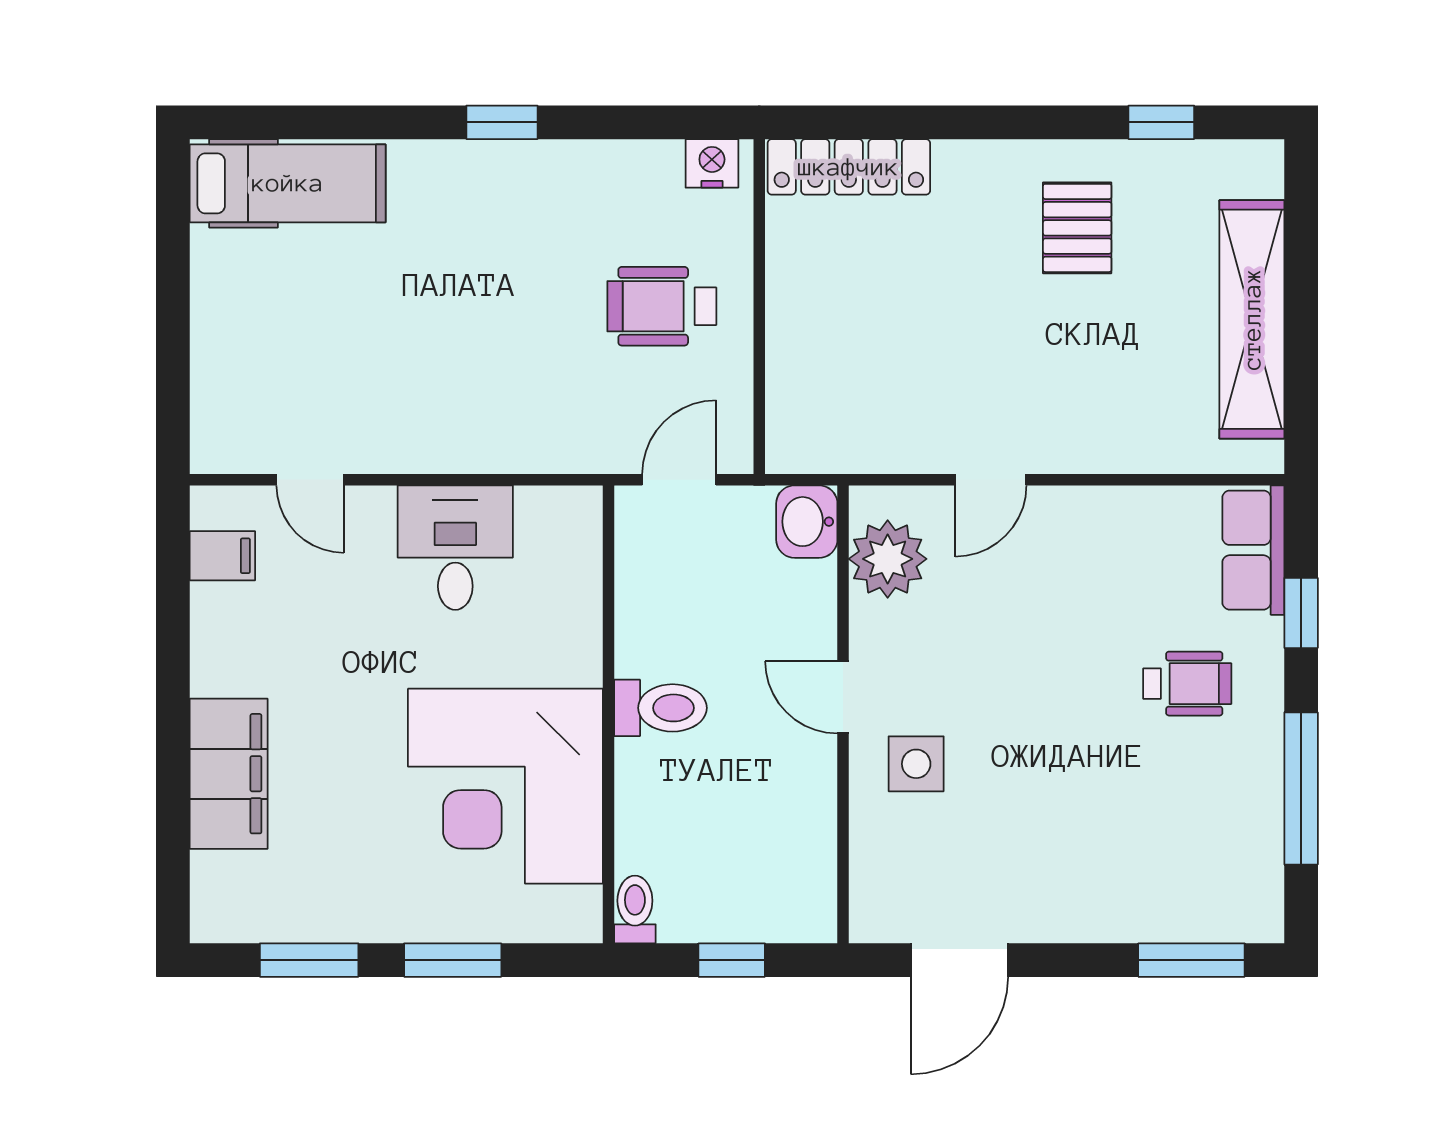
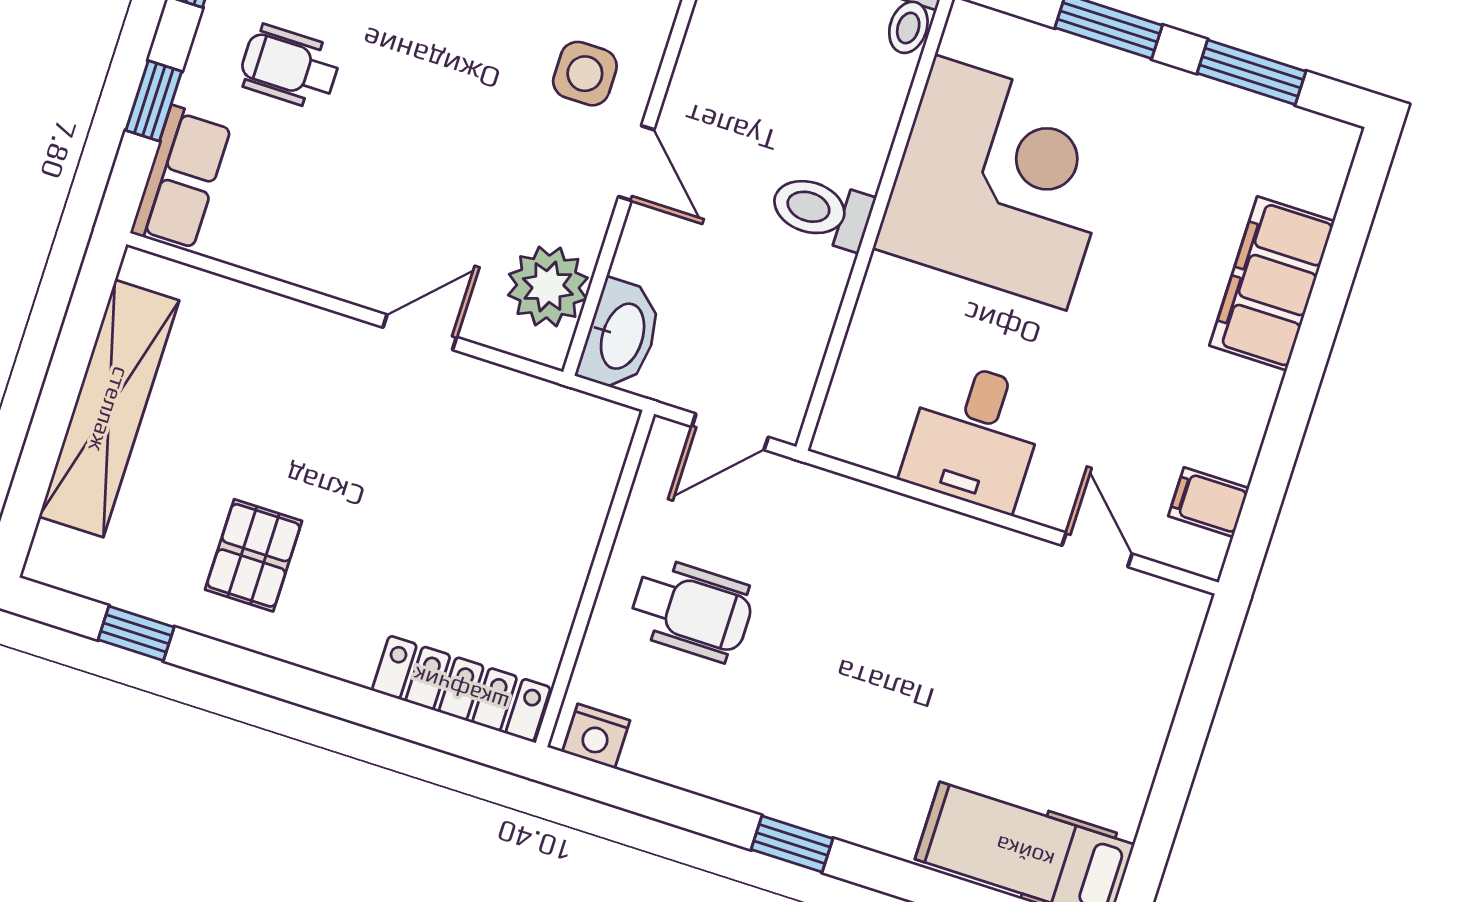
washbasin: (807, 522) -> (621, 336), width x1.38

